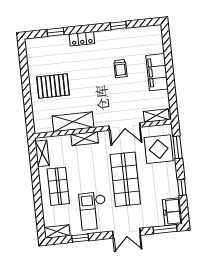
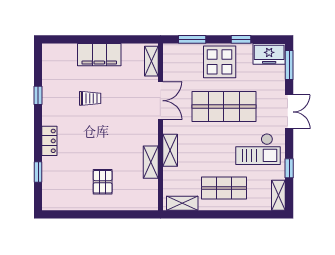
pallet: (53, 86) -> (103, 182), width x0.67, depth x0.71
shelving: (73, 122) -> (151, 162), width x0.67, depth x0.75
display table: (159, 149) -> (220, 62), moved

